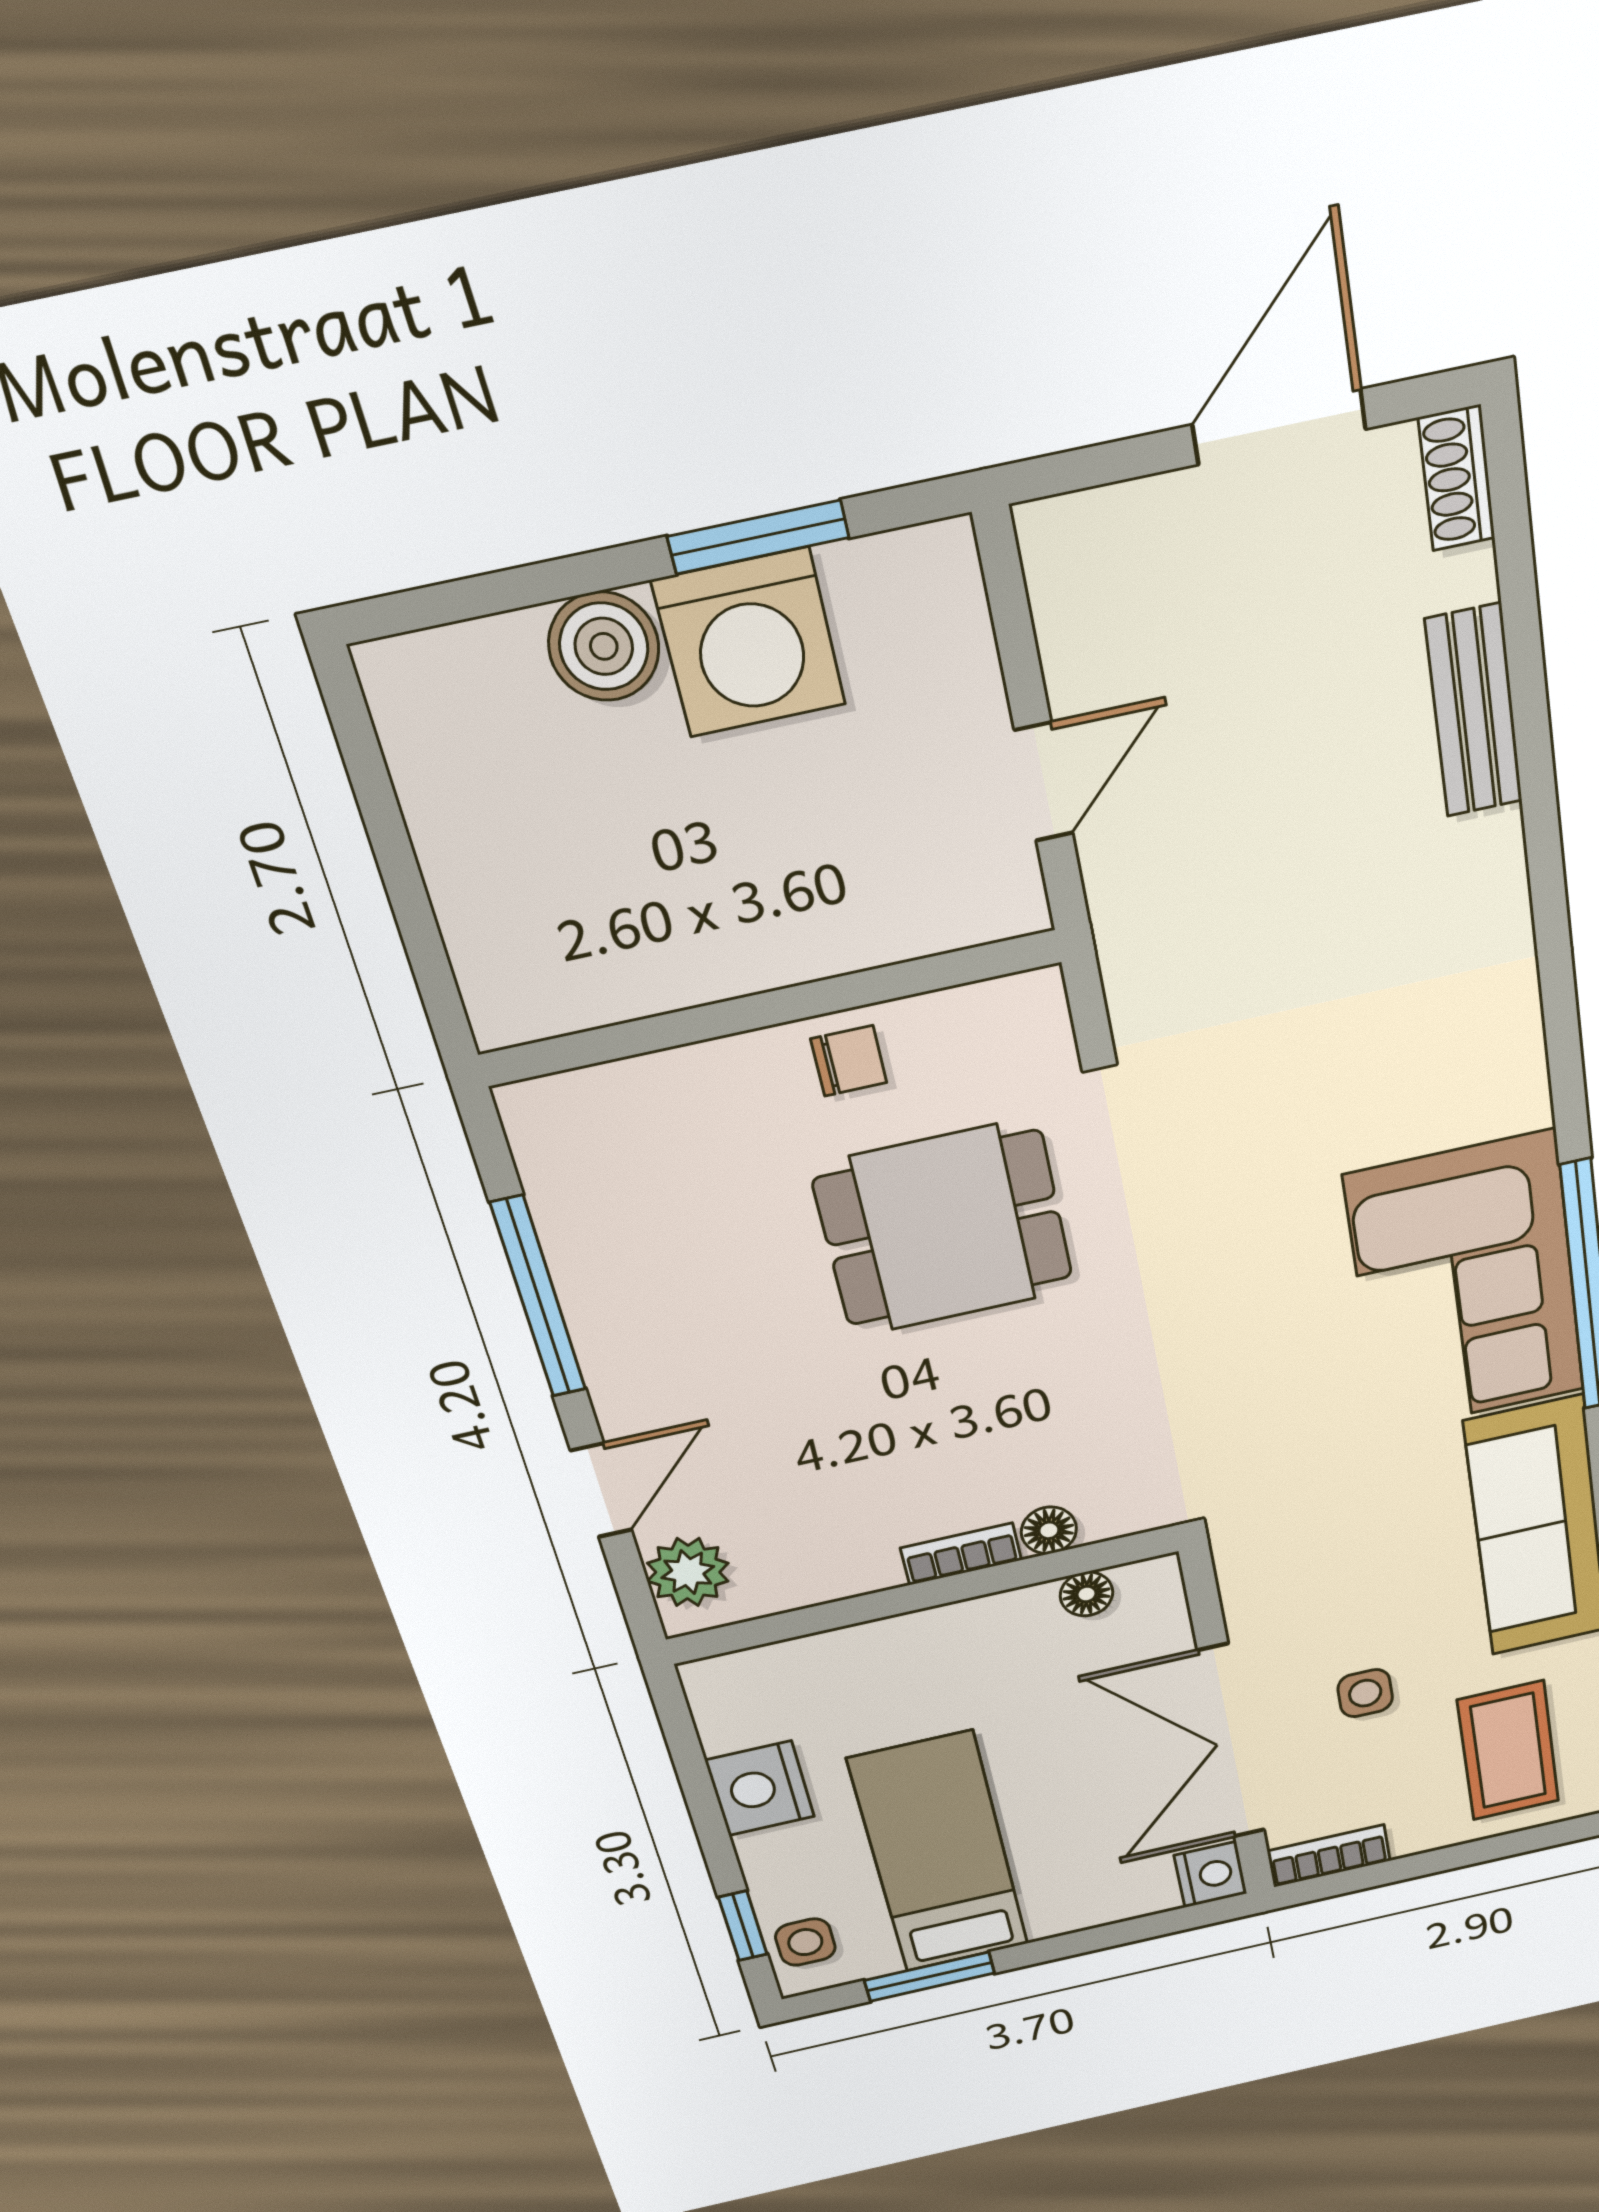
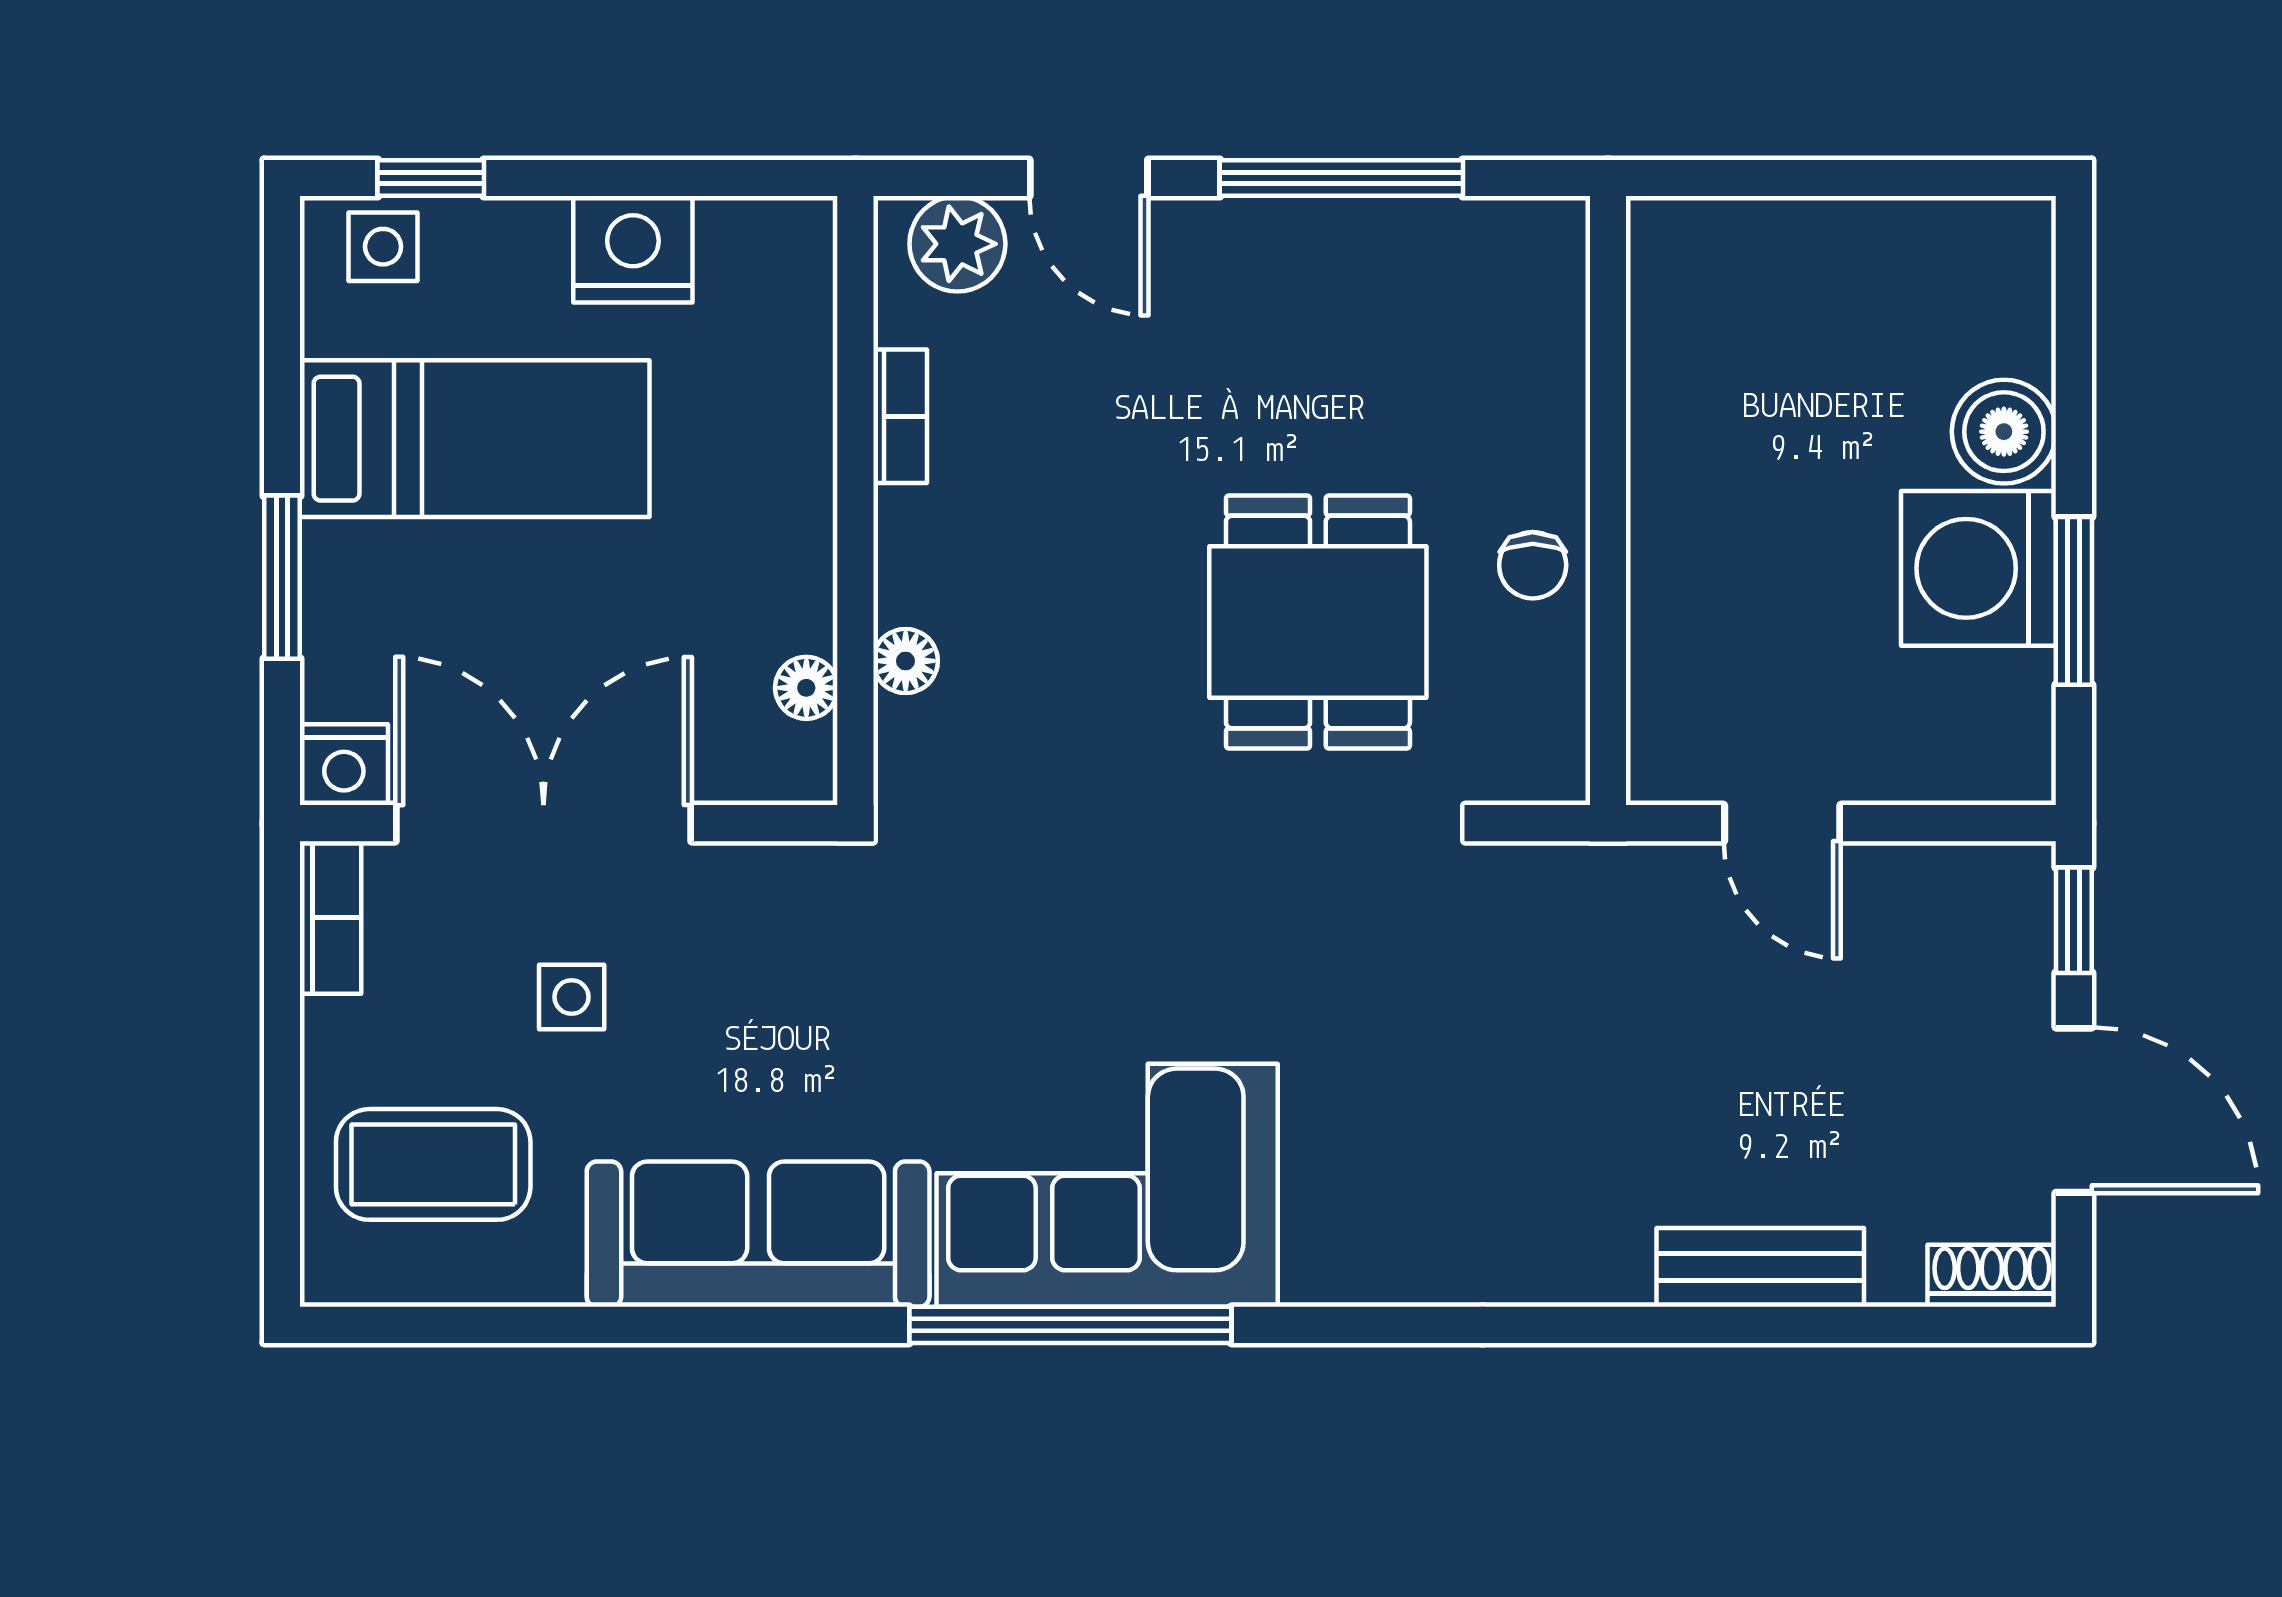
window: (1086, 468) -> (2074, 920), added
bookcase: (961, 1554) -> (900, 416), moved
window: (929, 1977) -> (282, 577), moved

